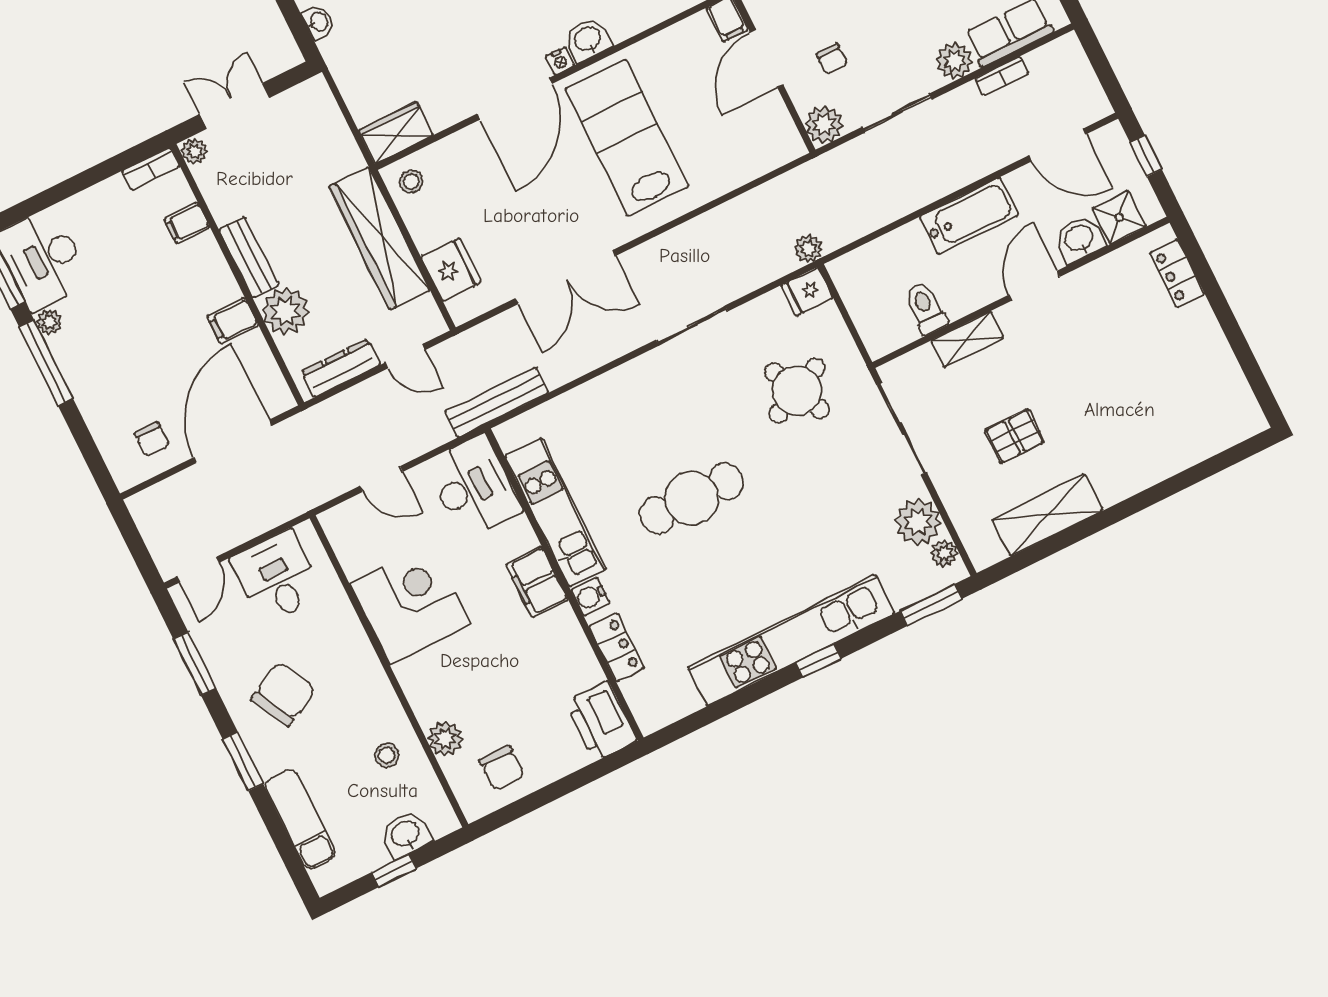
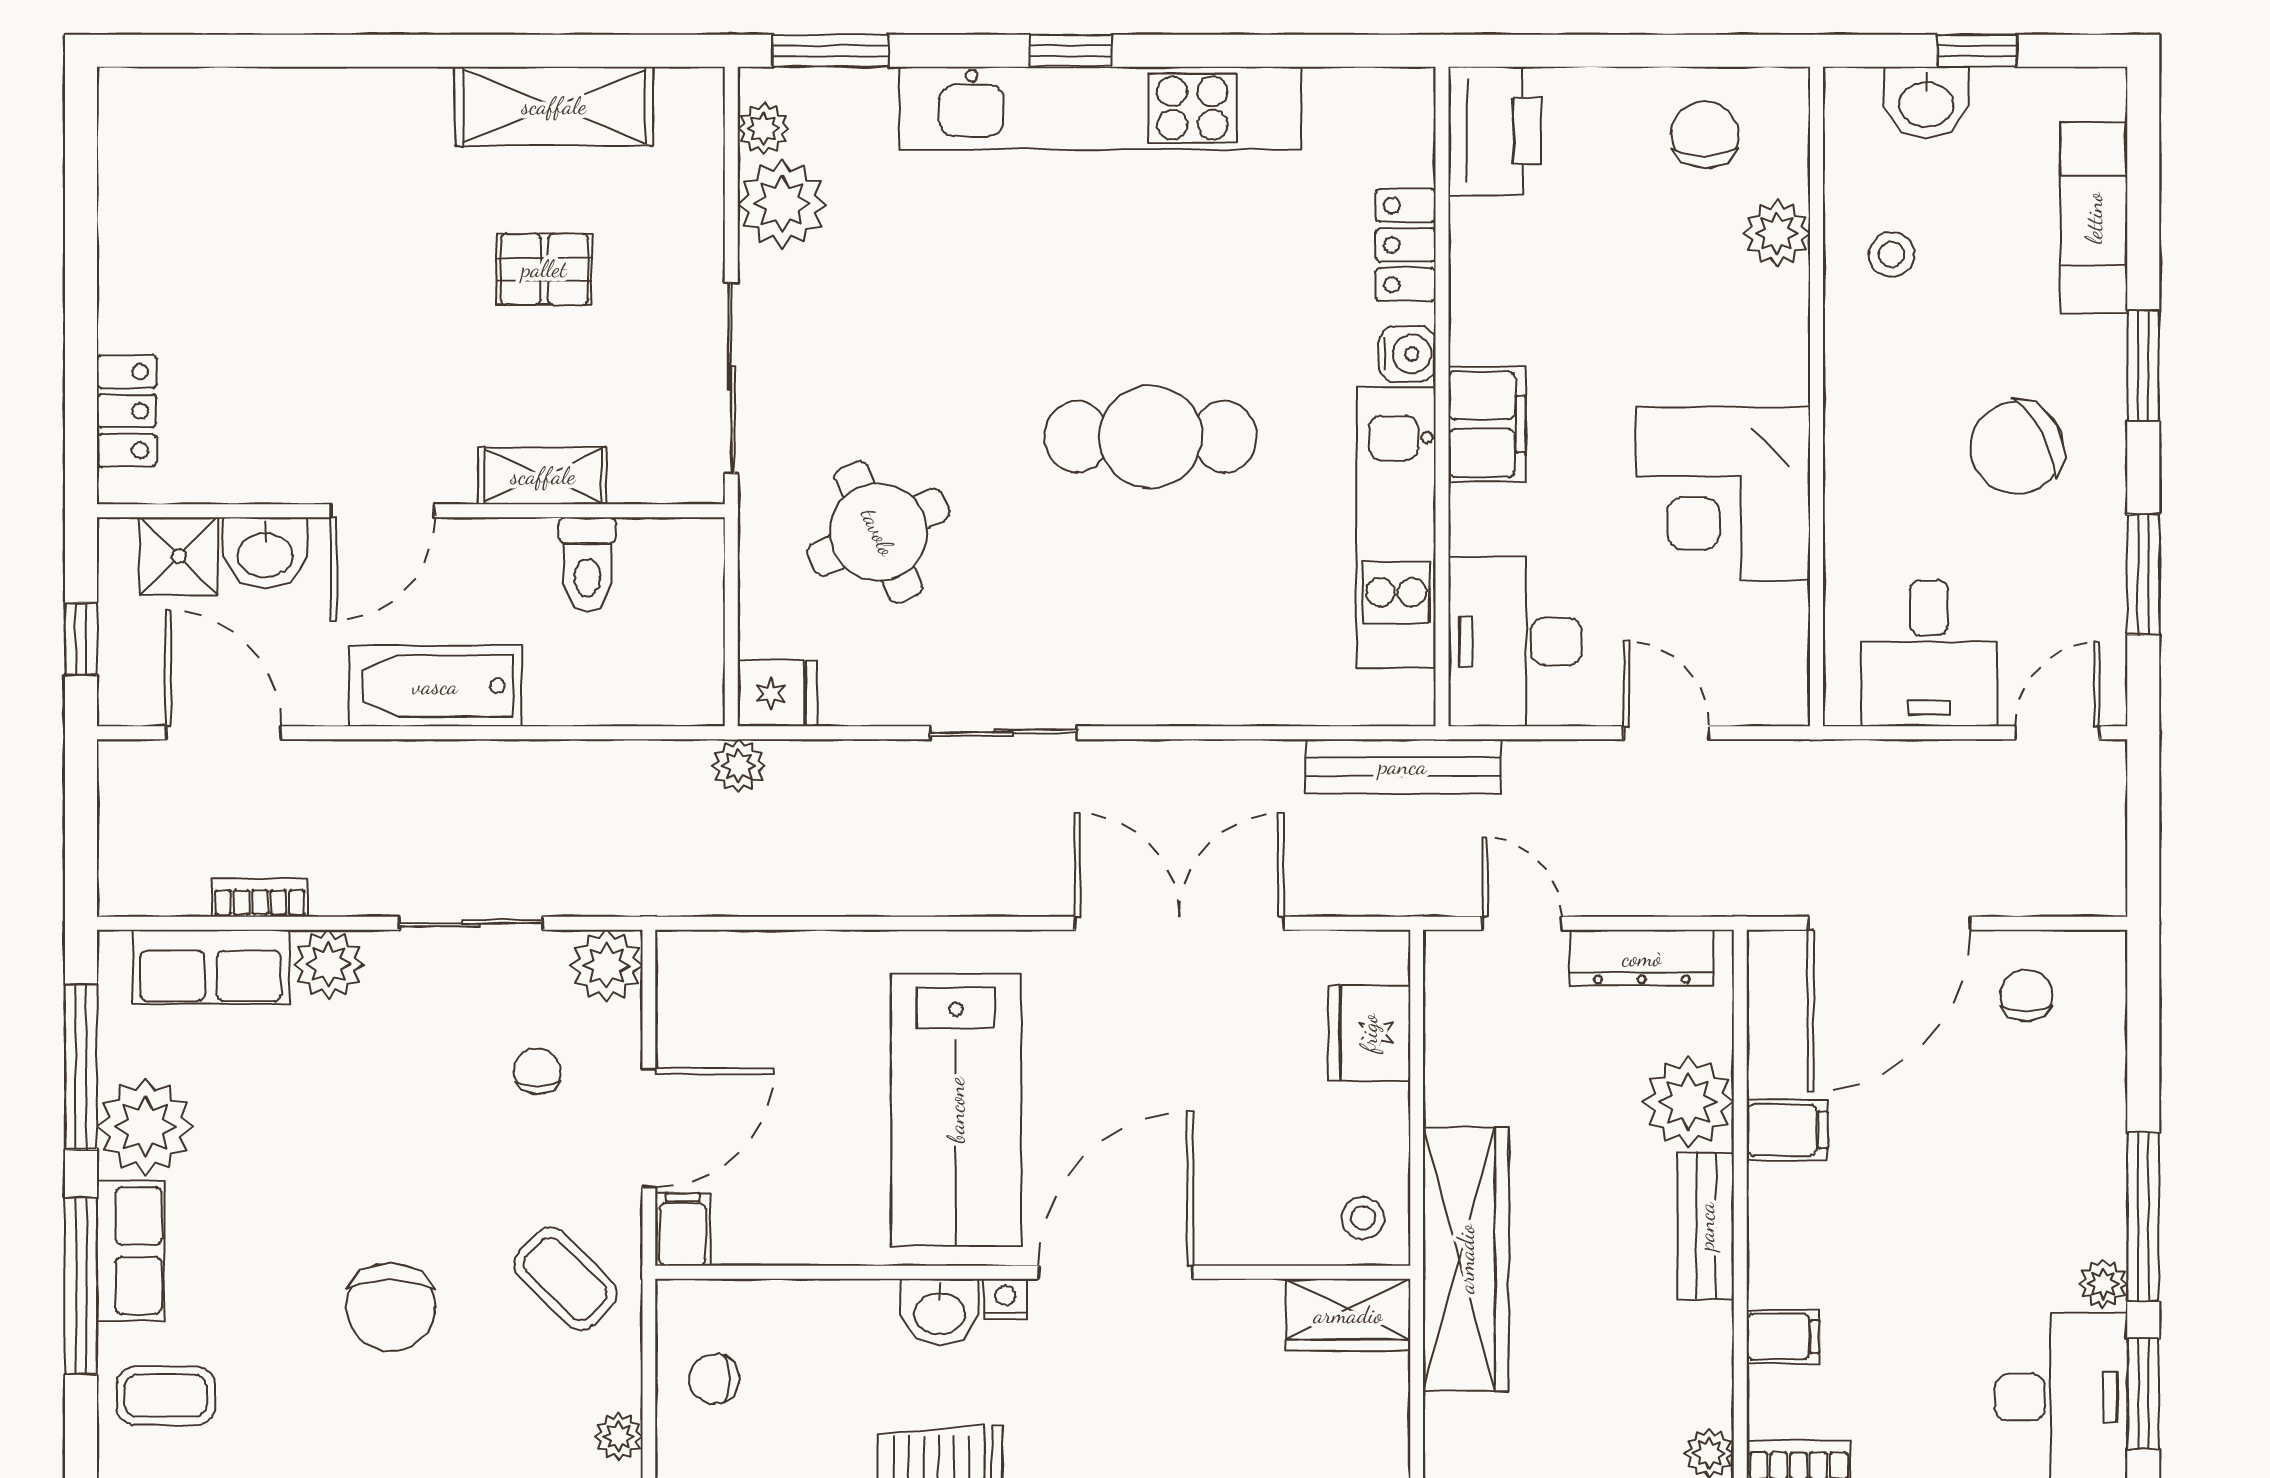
wardrobe: (379, 238) -> (1466, 1259), moved

